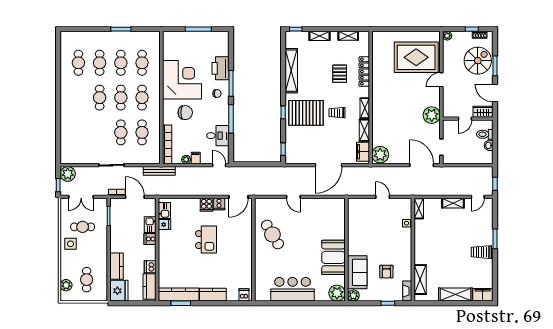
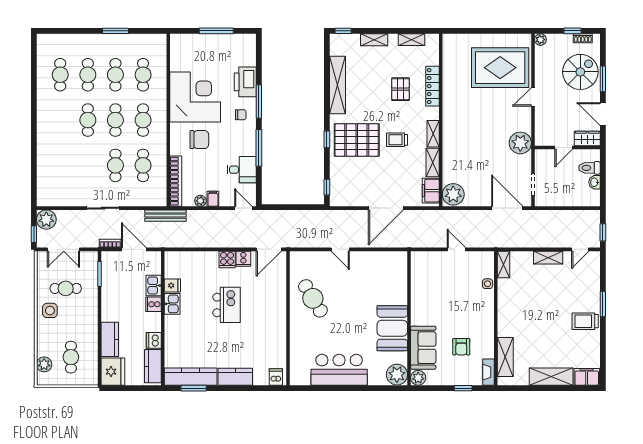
kitchen sink: (164, 210) -> (172, 304), moved

